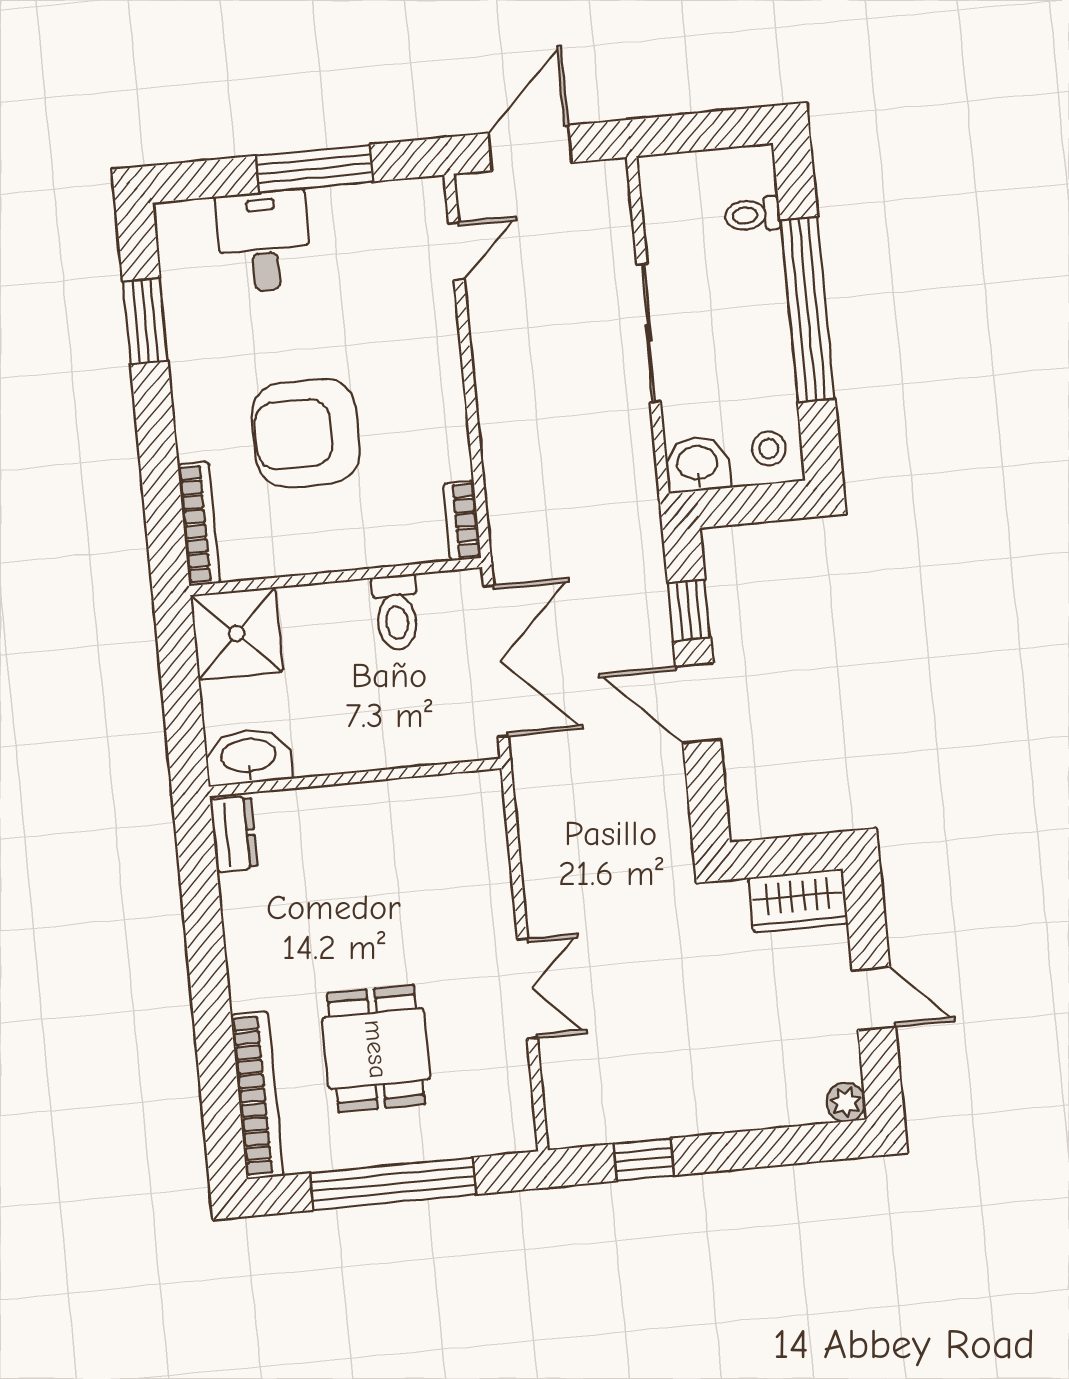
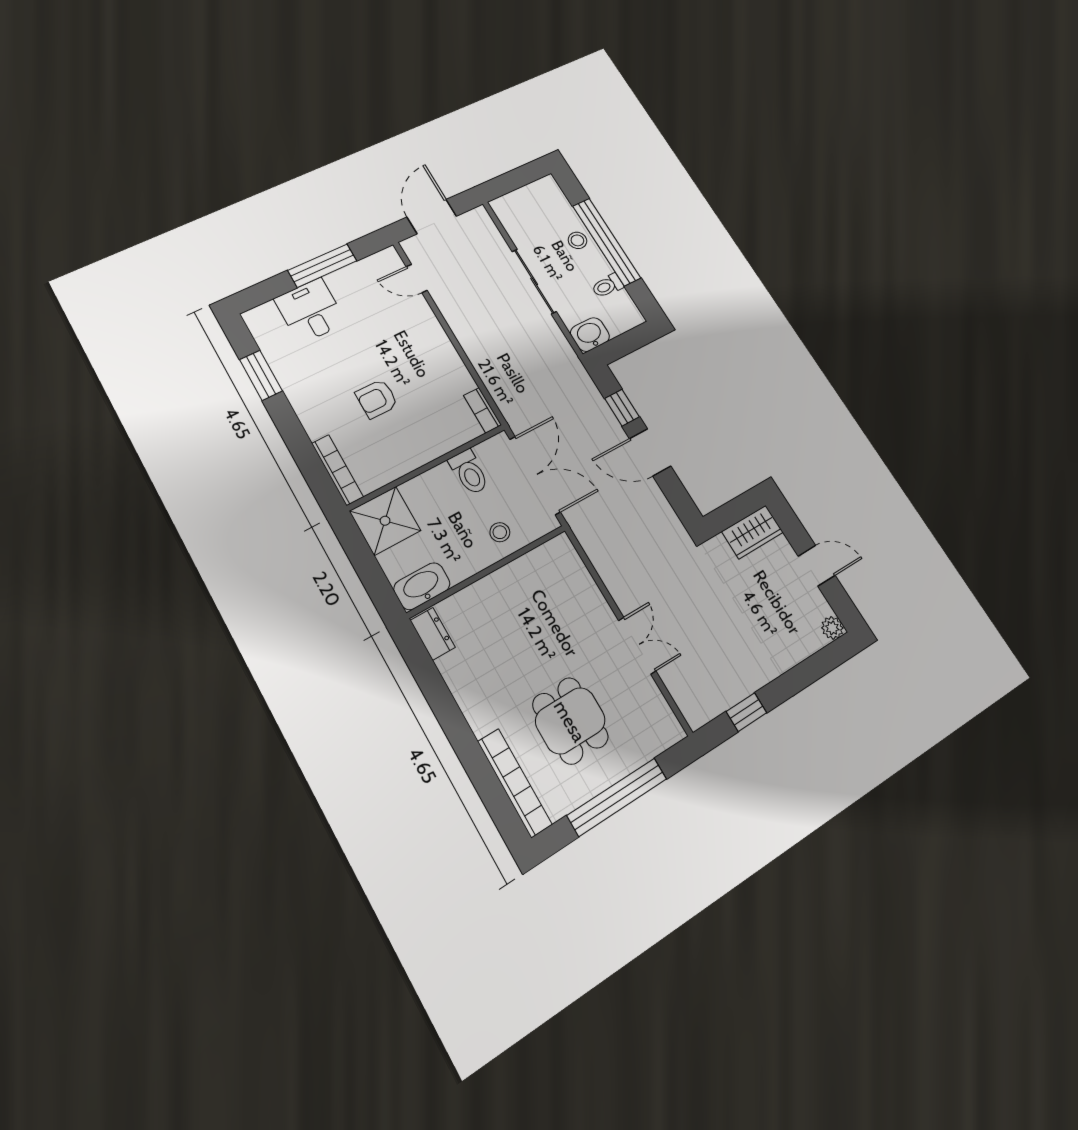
toilet: (753, 215) -> (607, 286), moved
door: (456, 251) -> (417, 279), swing flipped
armchair: (306, 433) -> (377, 399), width x0.53, depth x0.53
stool: (769, 449) -> (577, 240), moved
stool: (401, 727) -> (500, 532), added

